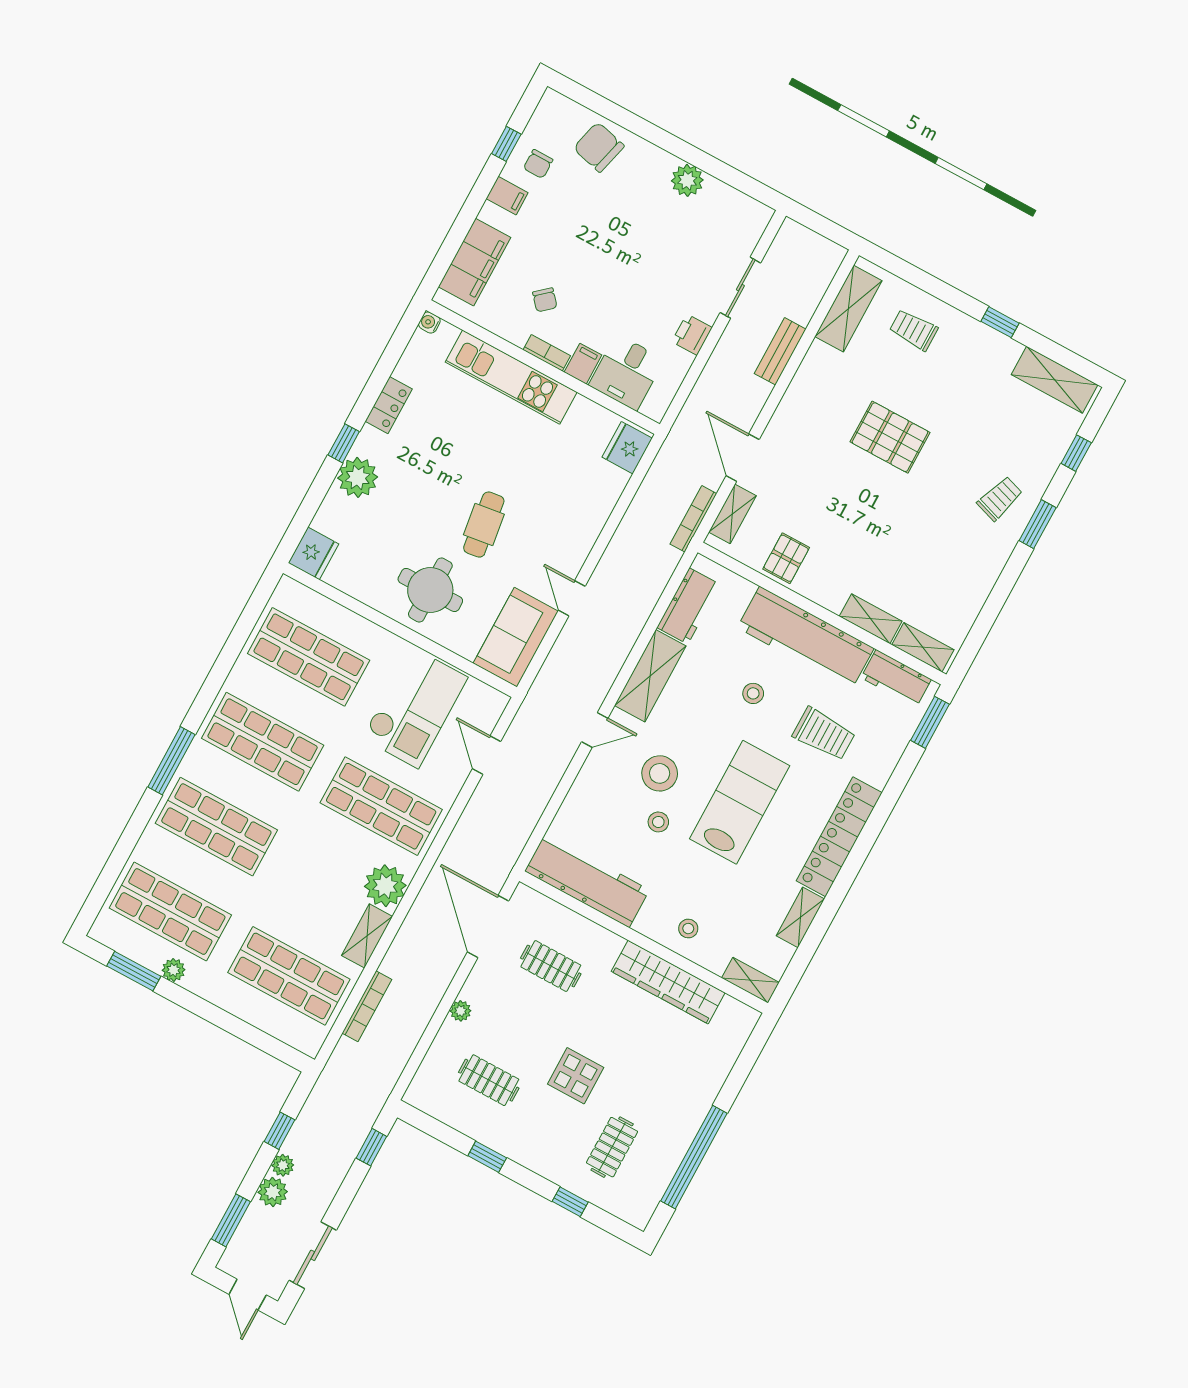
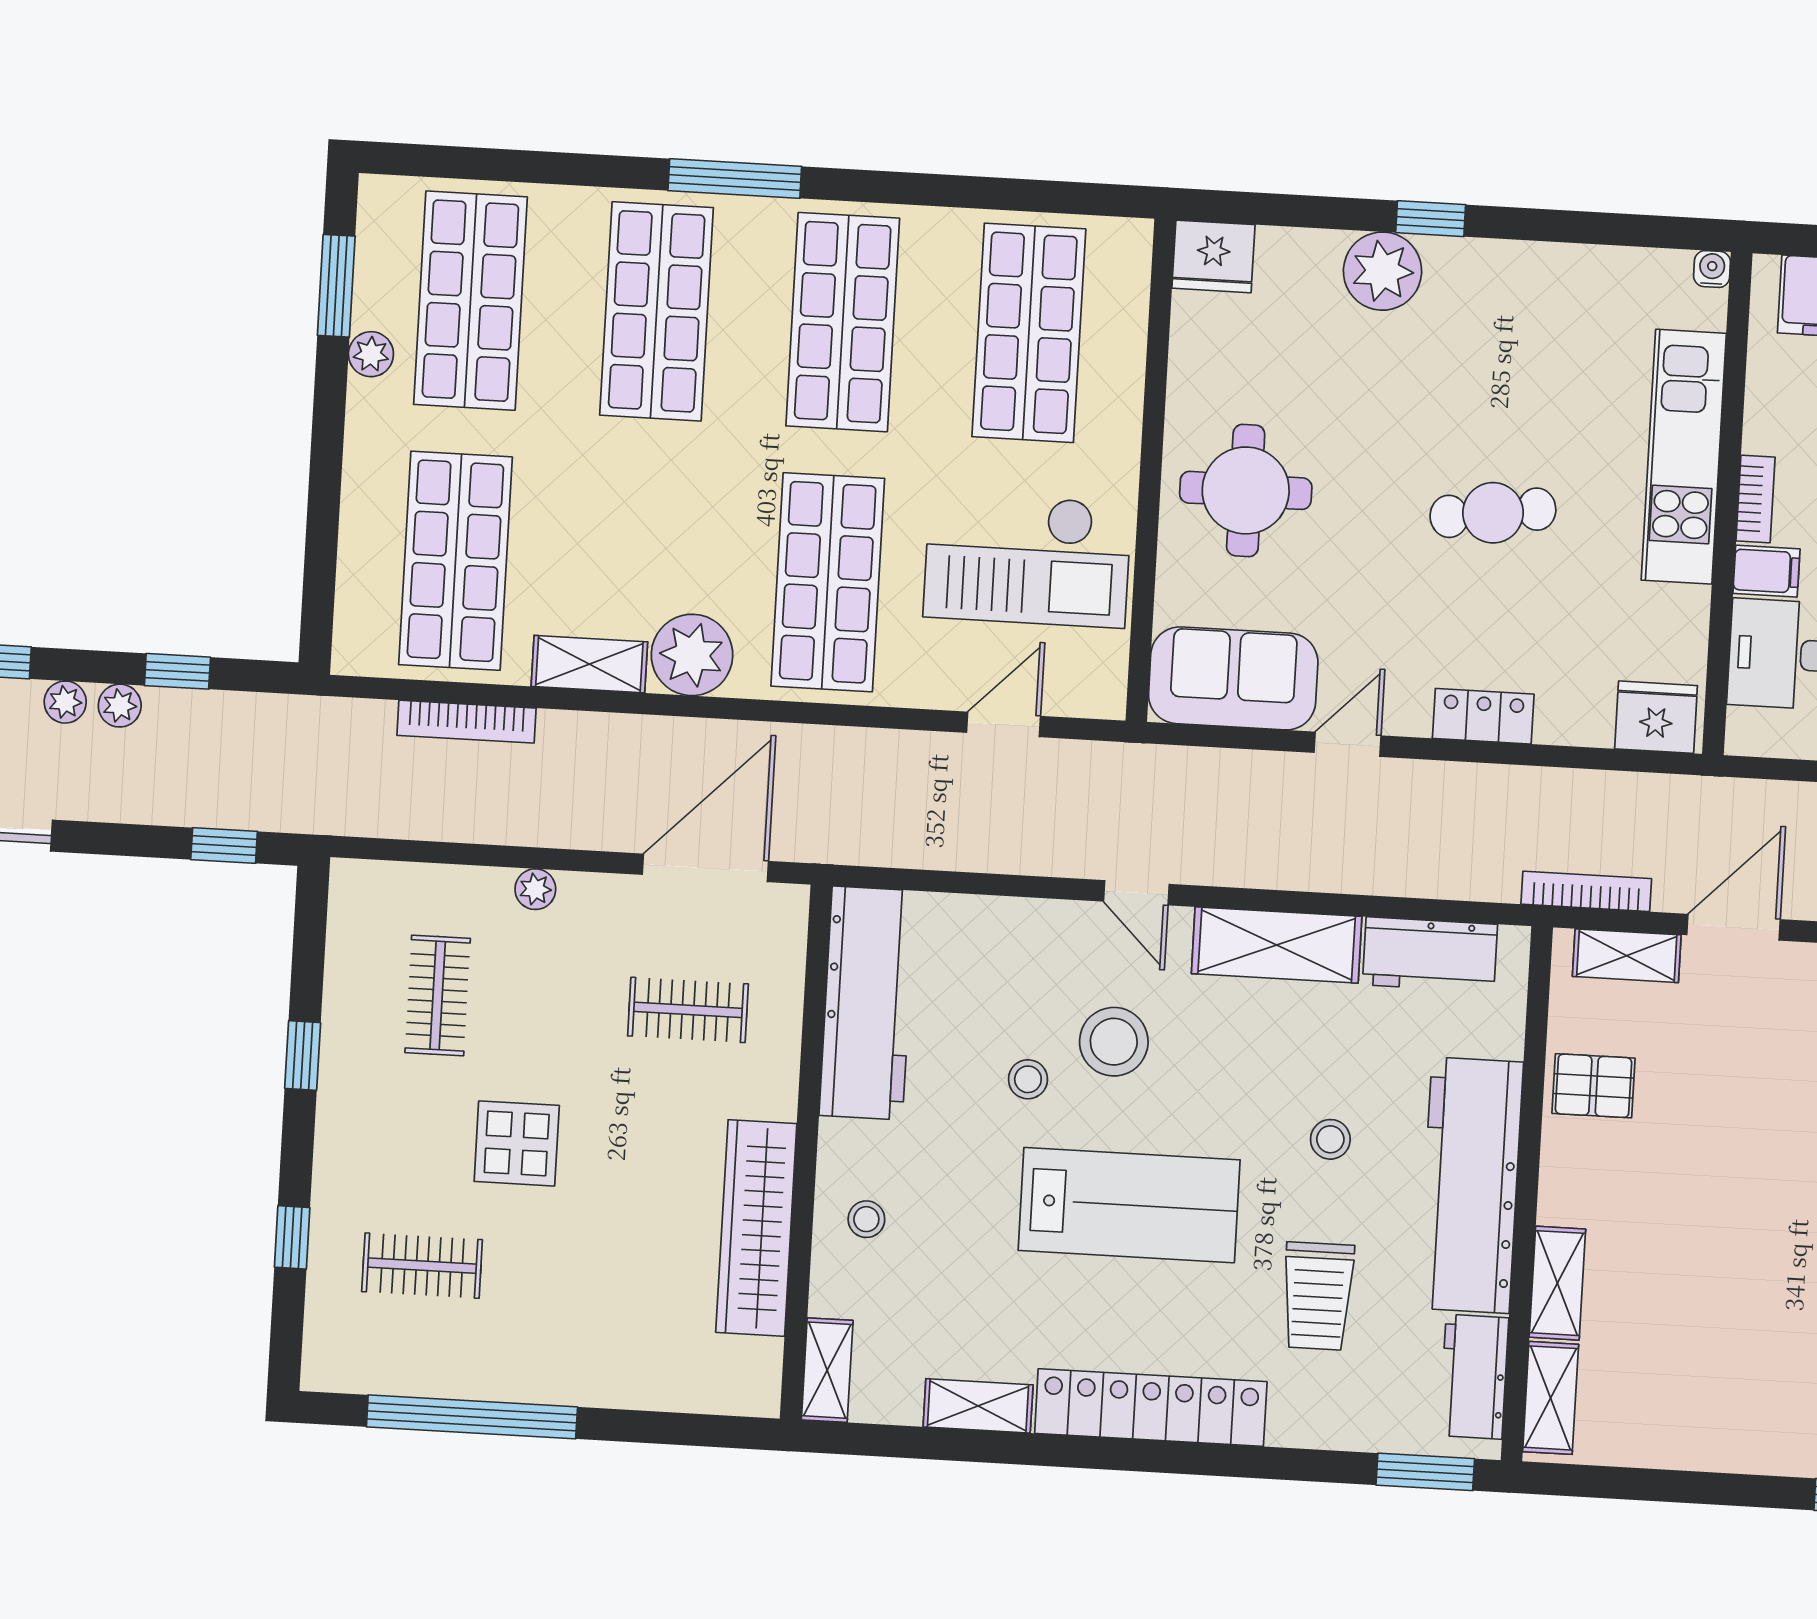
locker: (389, 405) -> (1483, 716), moved, turned 180
cafe table: (484, 525) -> (1493, 513), moved
clothes rail: (551, 966) -> (688, 1010), turned 90
plant: (273, 1192) -> (65, 702), width x0.73, depth x0.73

